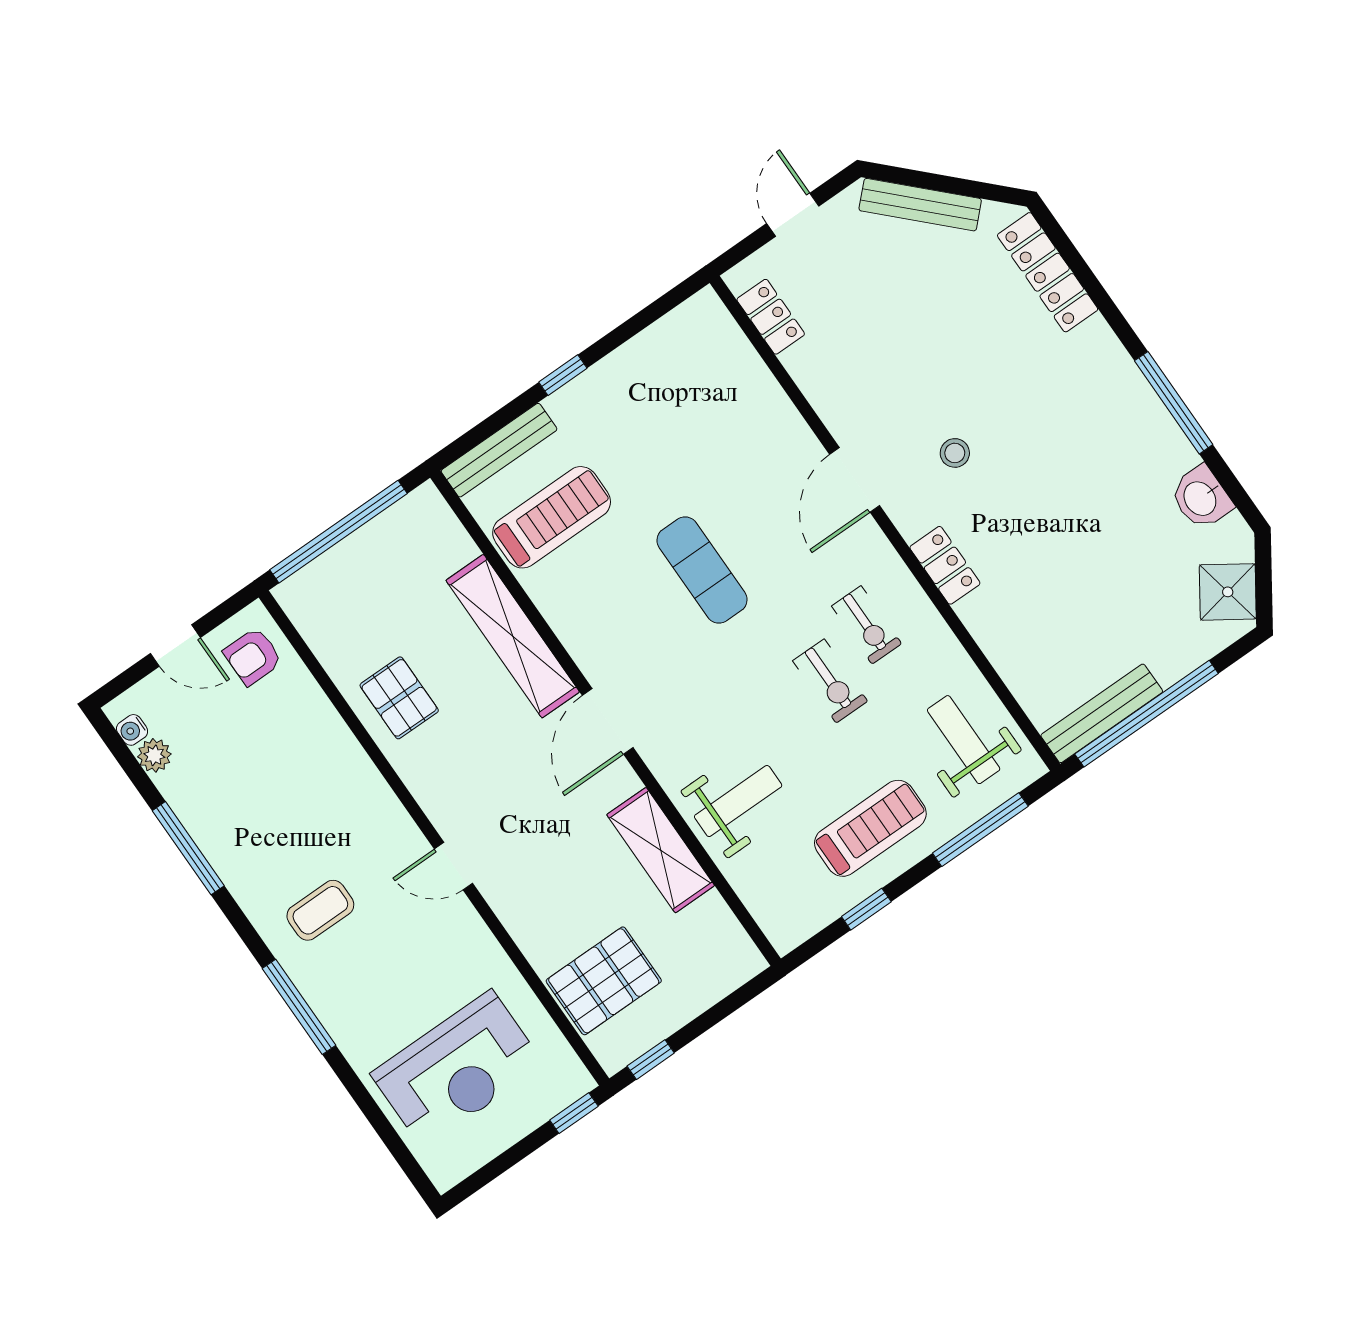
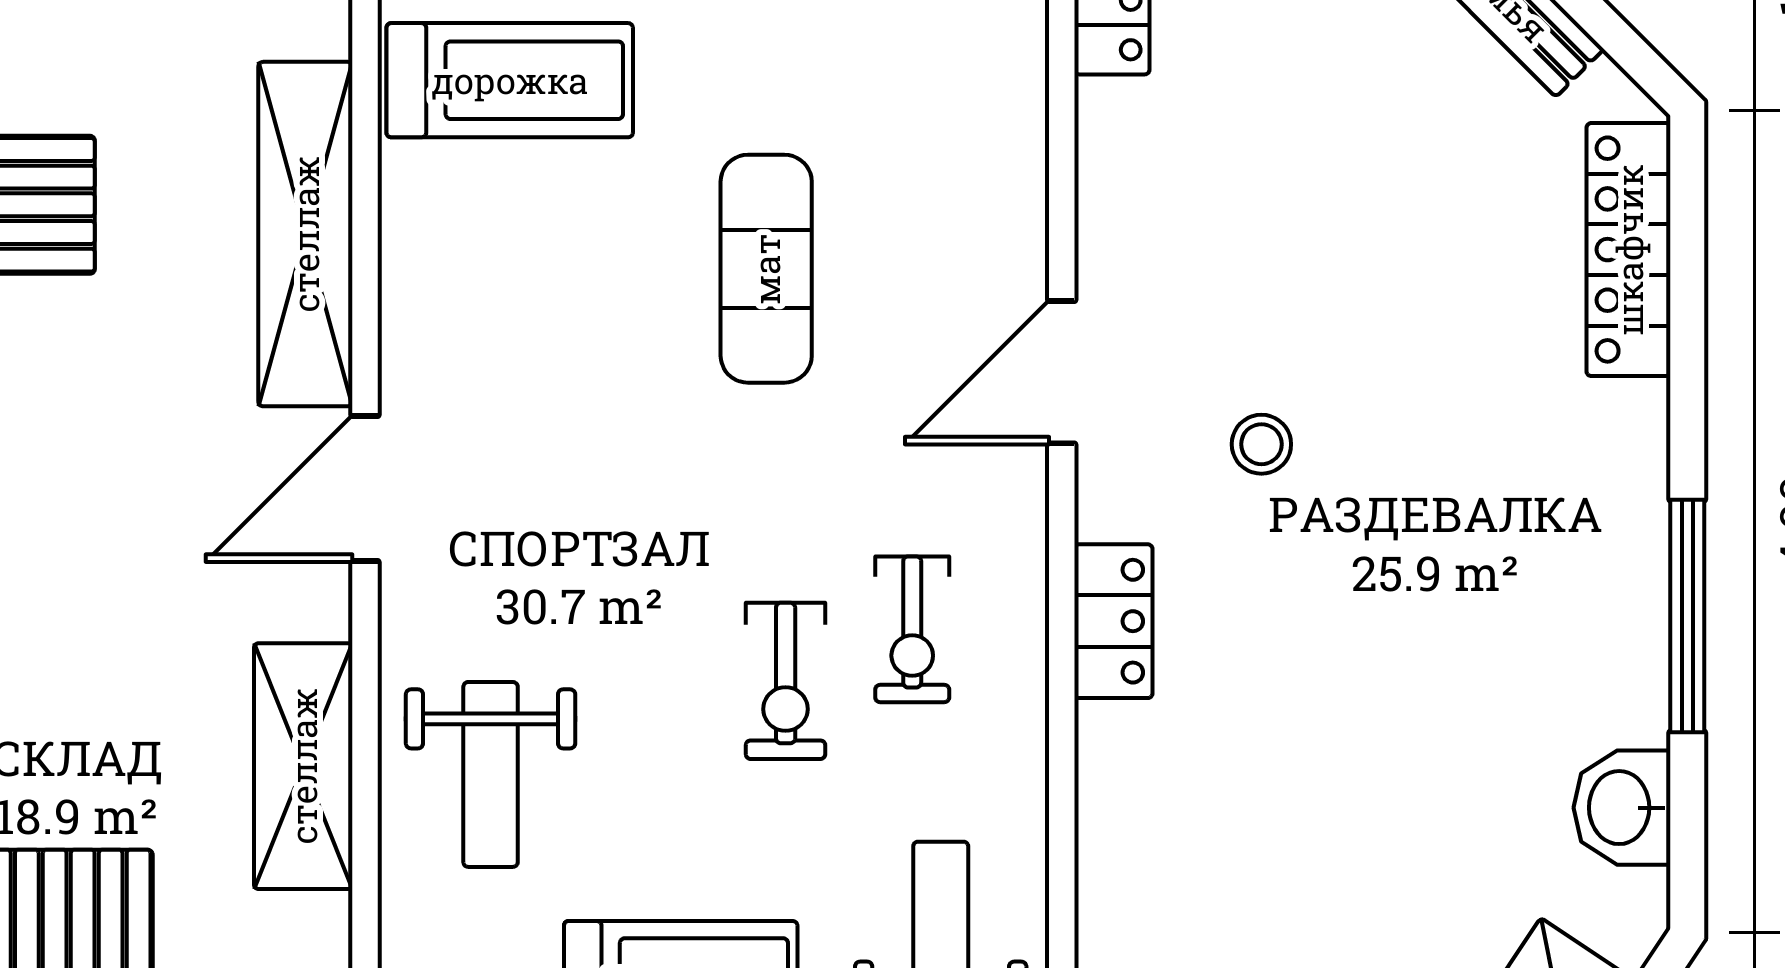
exercise mat: (702, 570) -> (766, 269), moved
weight bench: (738, 801) -> (491, 774), turned 90

